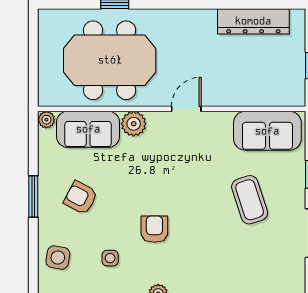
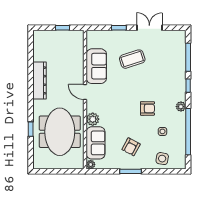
dresser: (253, 21) -> (40, 80), moved
sofa: (267, 131) -> (96, 66), moved
armchair: (154, 229) -> (147, 108), turned 180

